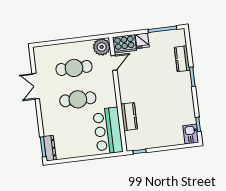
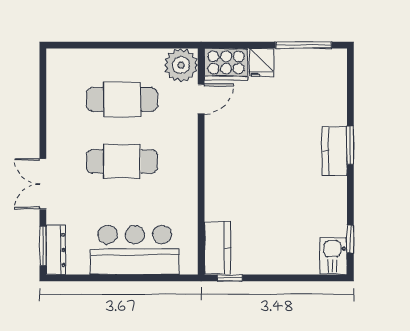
kitchen counter: (182, 59) -> (335, 151), moved
double door: (36, 86) -> (43, 184), moved
kitchen counter: (129, 117) -> (218, 248), moved
bar counter: (108, 131) -> (135, 250), moved, turned 90

